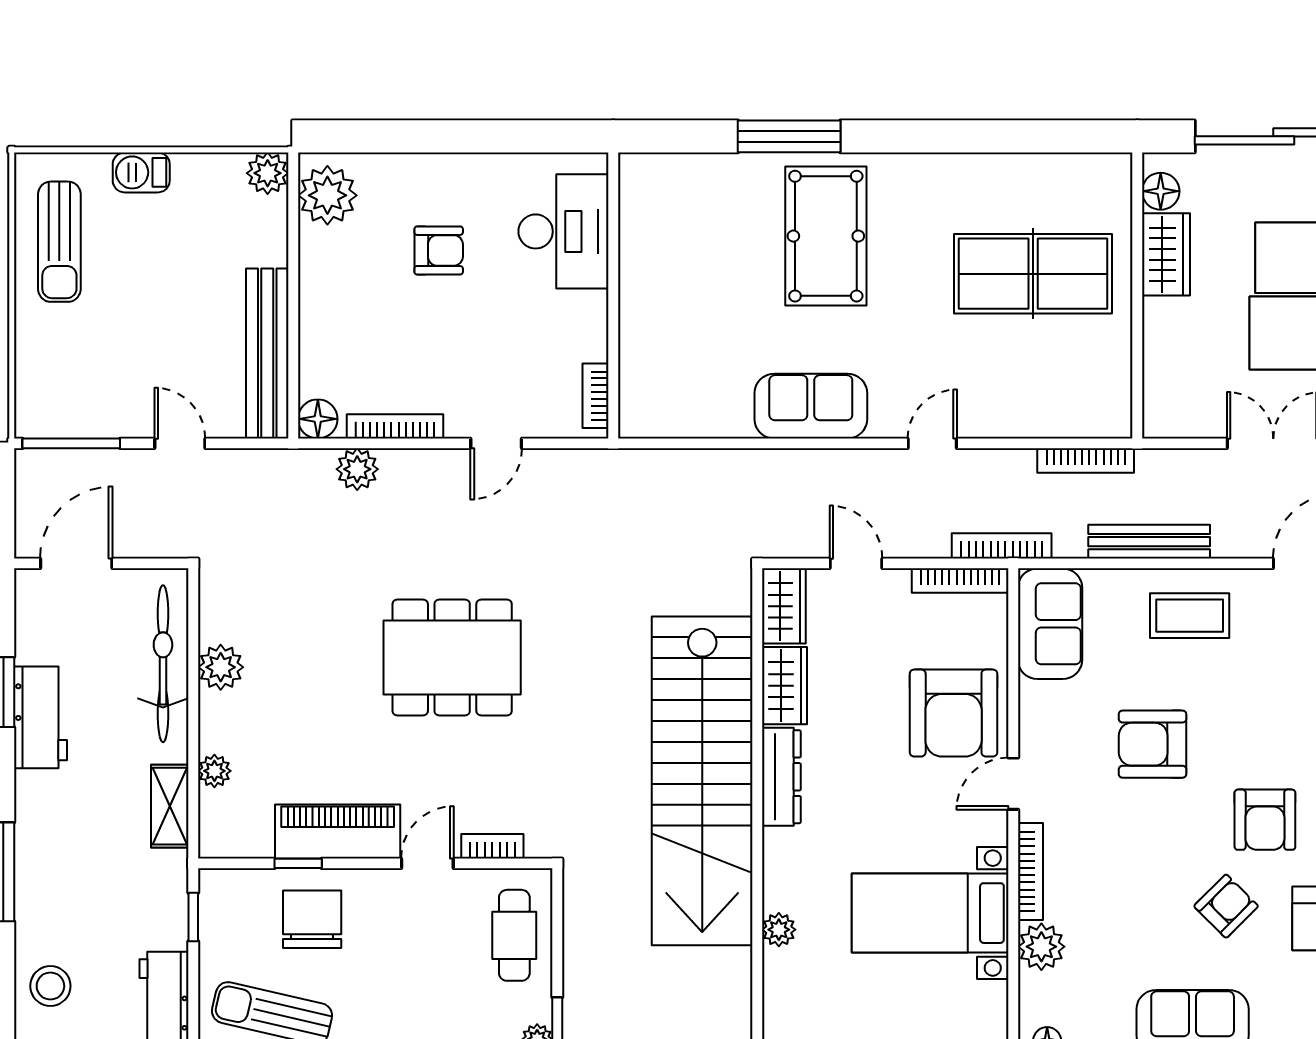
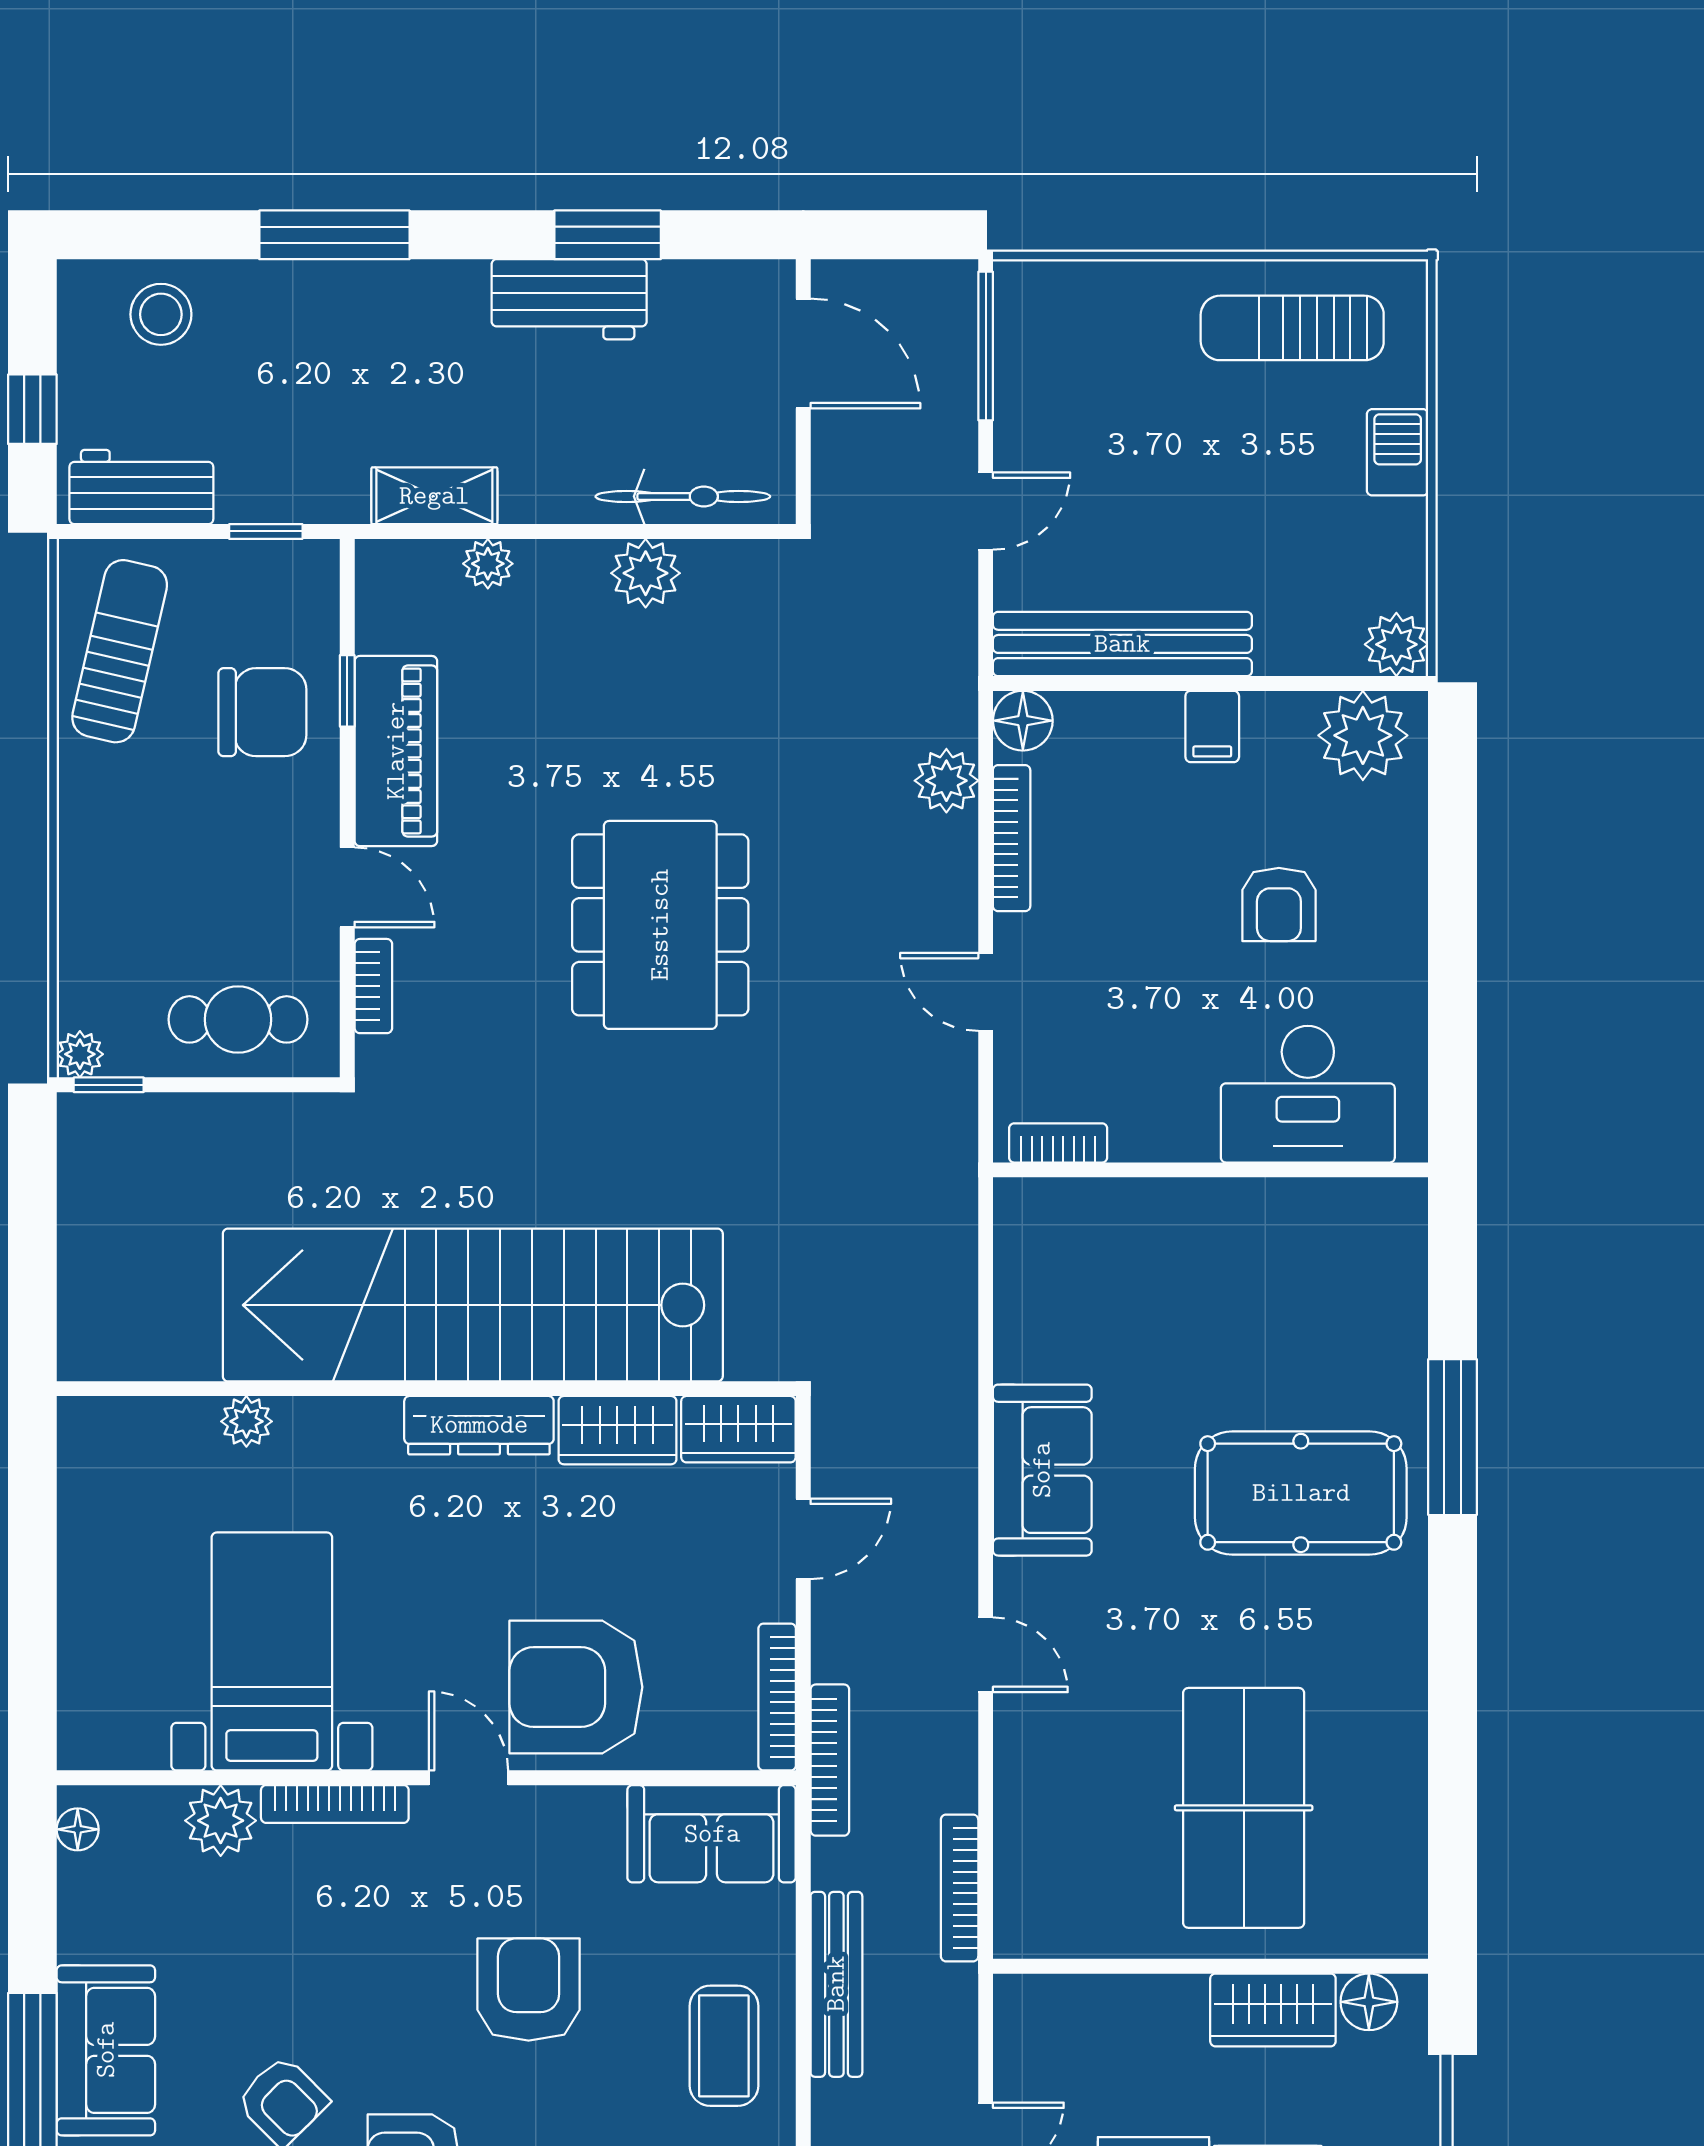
filing cabinet: (322, 294) -> (1212, 726), added
bicycle: (163, 664) -> (683, 496), width x0.73, depth x0.71

